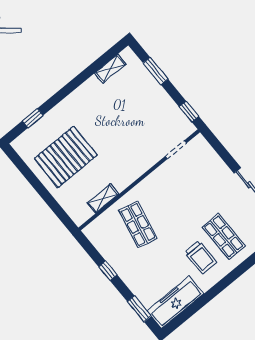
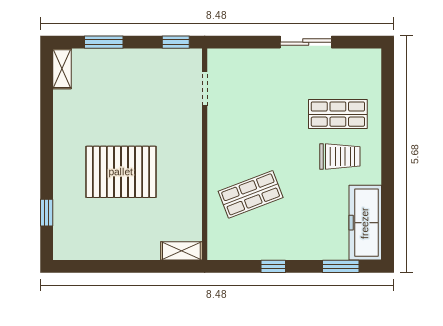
shelving: (110, 69) -> (62, 69), moved
pallet: (66, 157) -> (121, 172), moved, turned 90
shelving: (103, 199) -> (181, 251), moved, turned 90
shop shelf: (138, 224) -> (251, 194), turned -33

